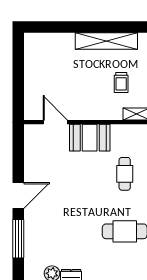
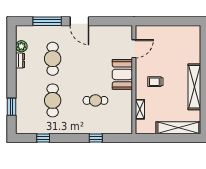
trolley: (121, 82) -> (155, 82), moved
cafe table: (69, 231) -> (53, 59), added

